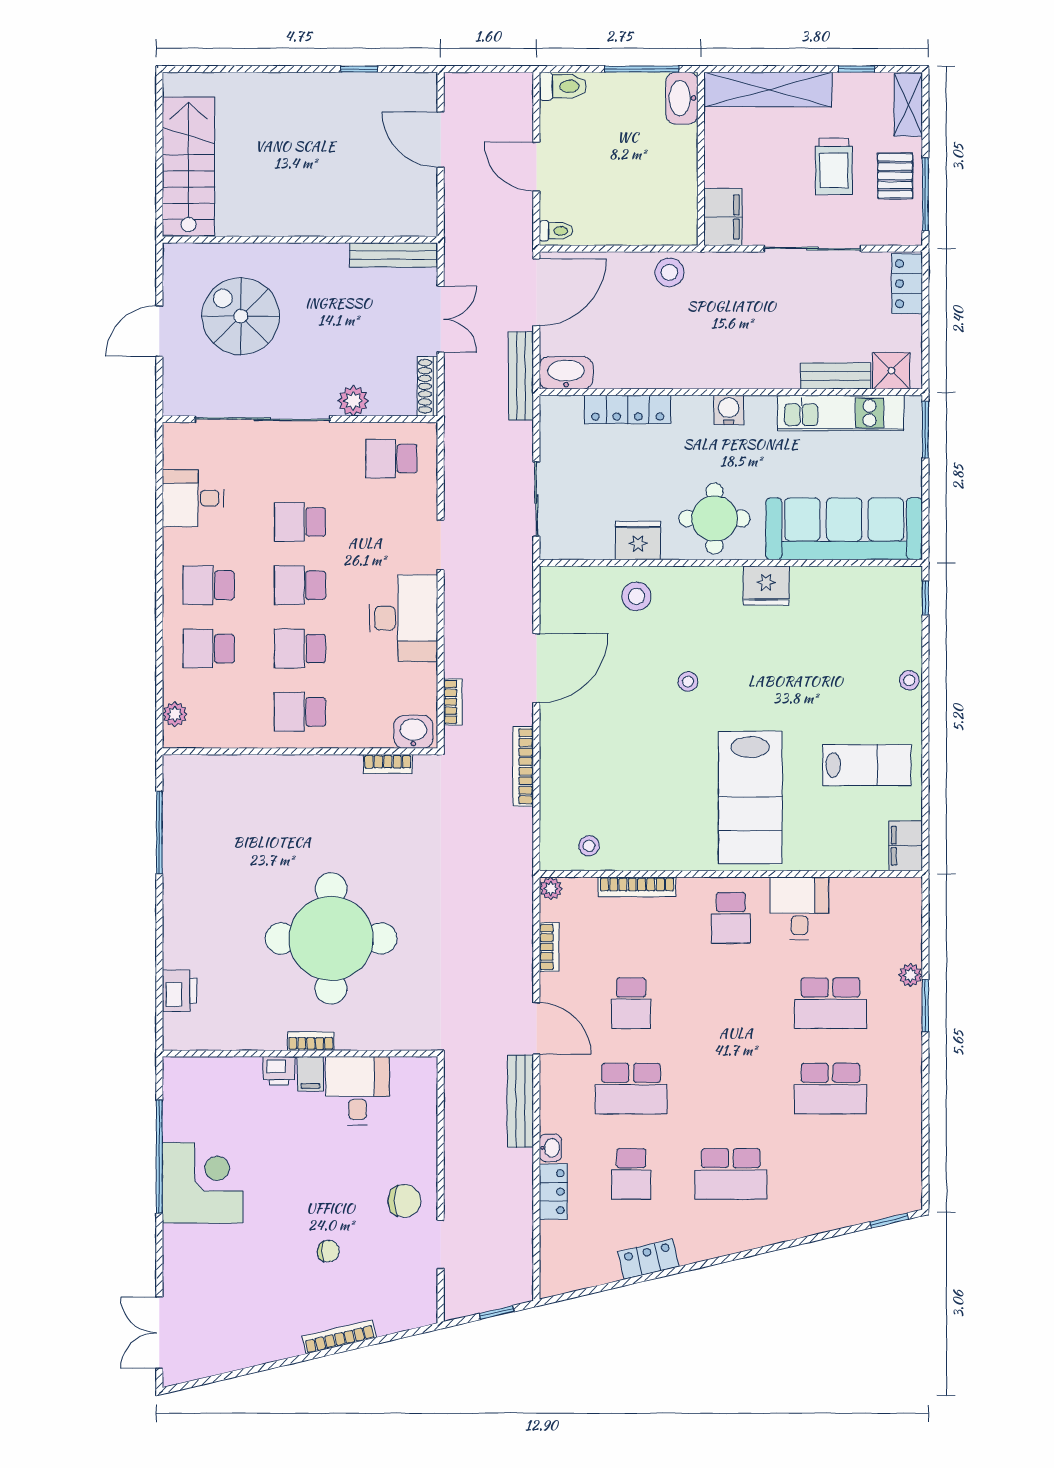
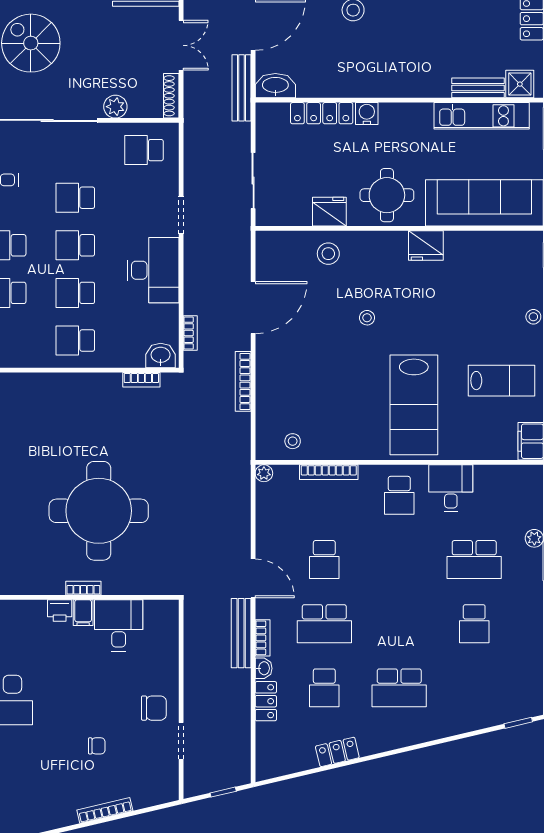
water cooler: (729, 410) -> (367, 114), moved
bookcase: (549, 947) -> (263, 638), moved
school desk: (831, 1089) -> (474, 624), width x0.54

